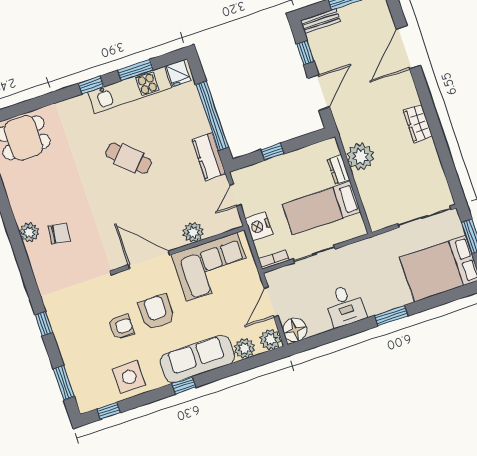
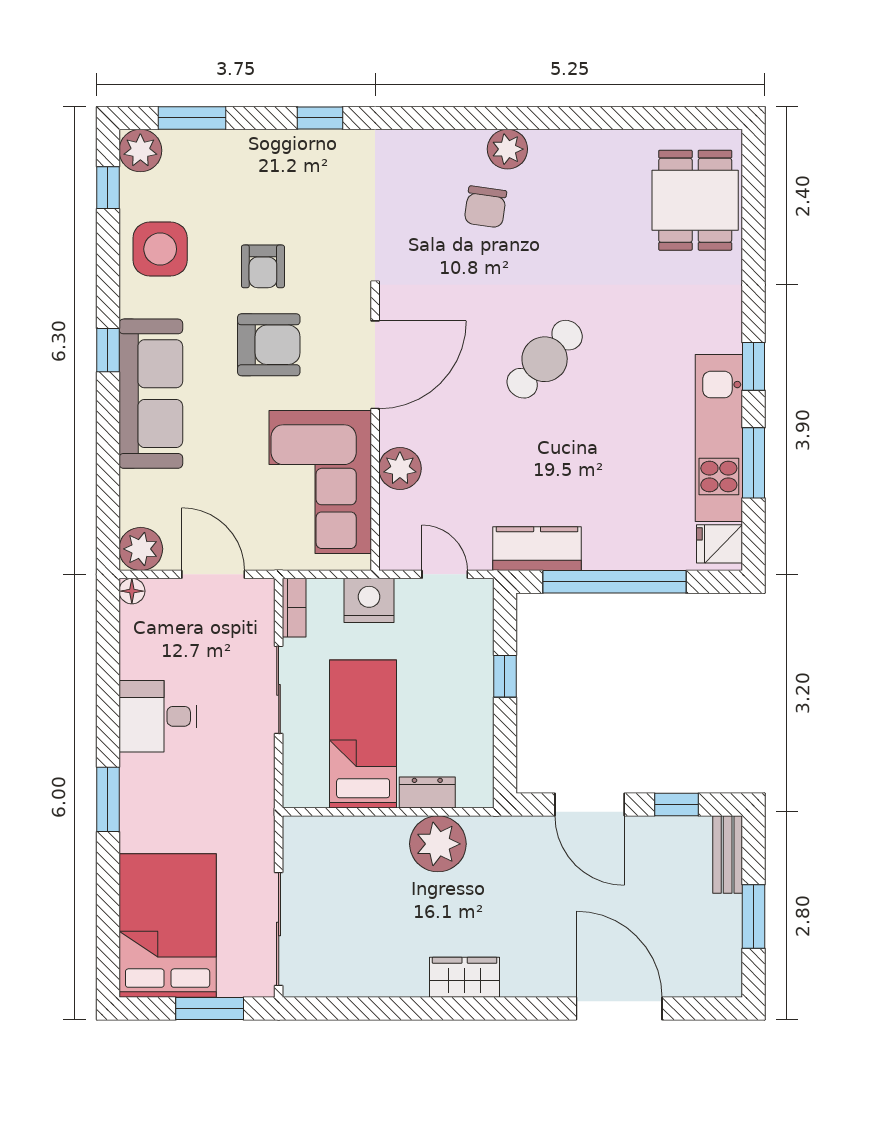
cafe table: (129, 158) -> (545, 359), moved
floor lamp: (295, 330) -> (132, 591), width x0.53, depth x0.53
plant: (245, 348) -> (140, 150), moved

